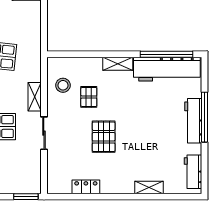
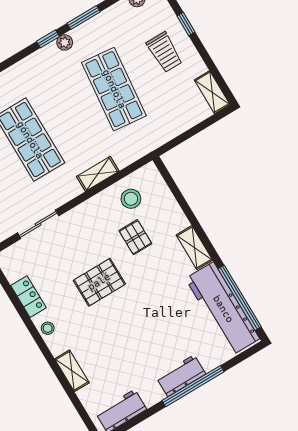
pallet: (89, 97) -> (135, 237), turned 90
workbench: (193, 121) -> (181, 376), width x0.73
sliding door: (44, 133) -> (38, 224), moved
stool: (113, 187) -> (48, 328), added

